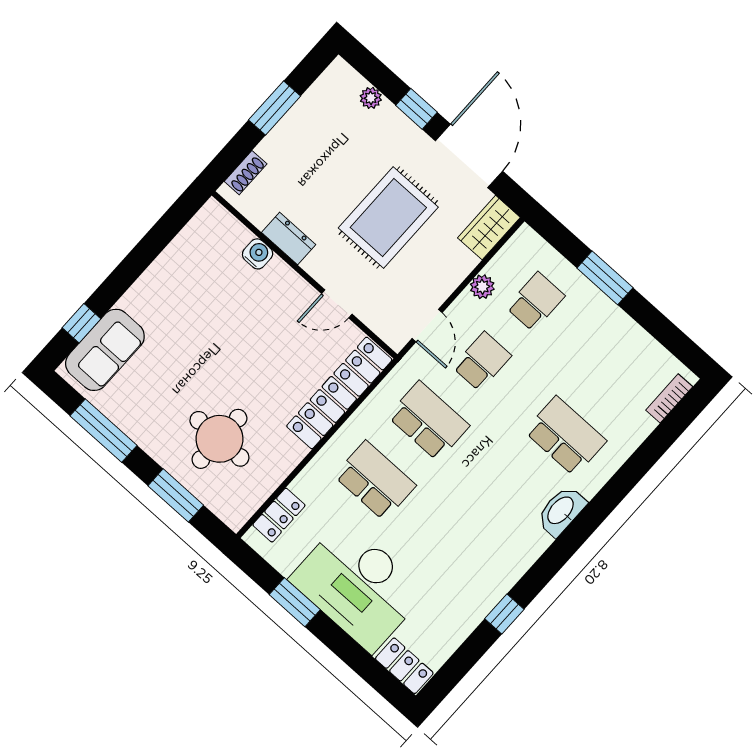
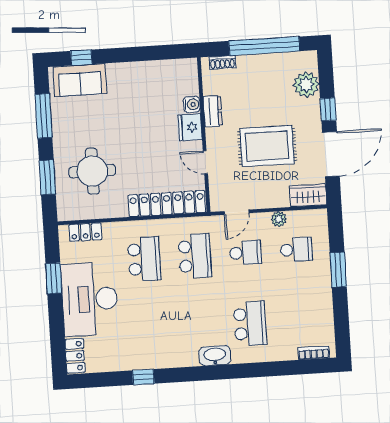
plant: (371, 98) -> (306, 85), width x1.87, depth x1.87
window: (275, 108) -> (264, 46), width x2.11
fridge: (281, 281) -> (190, 127), added

